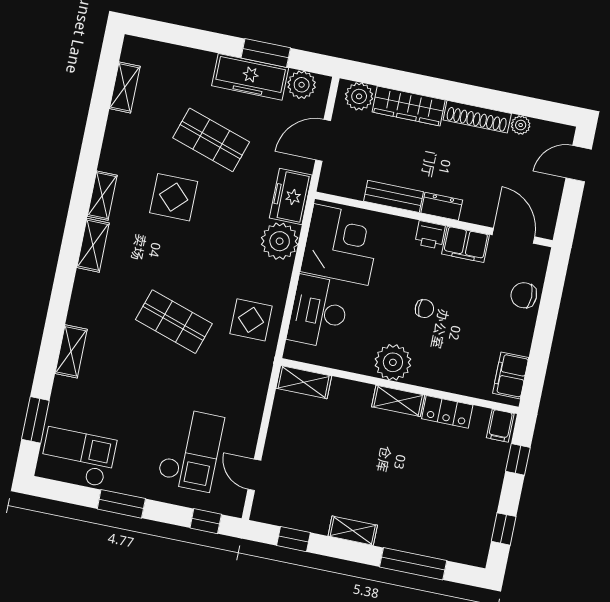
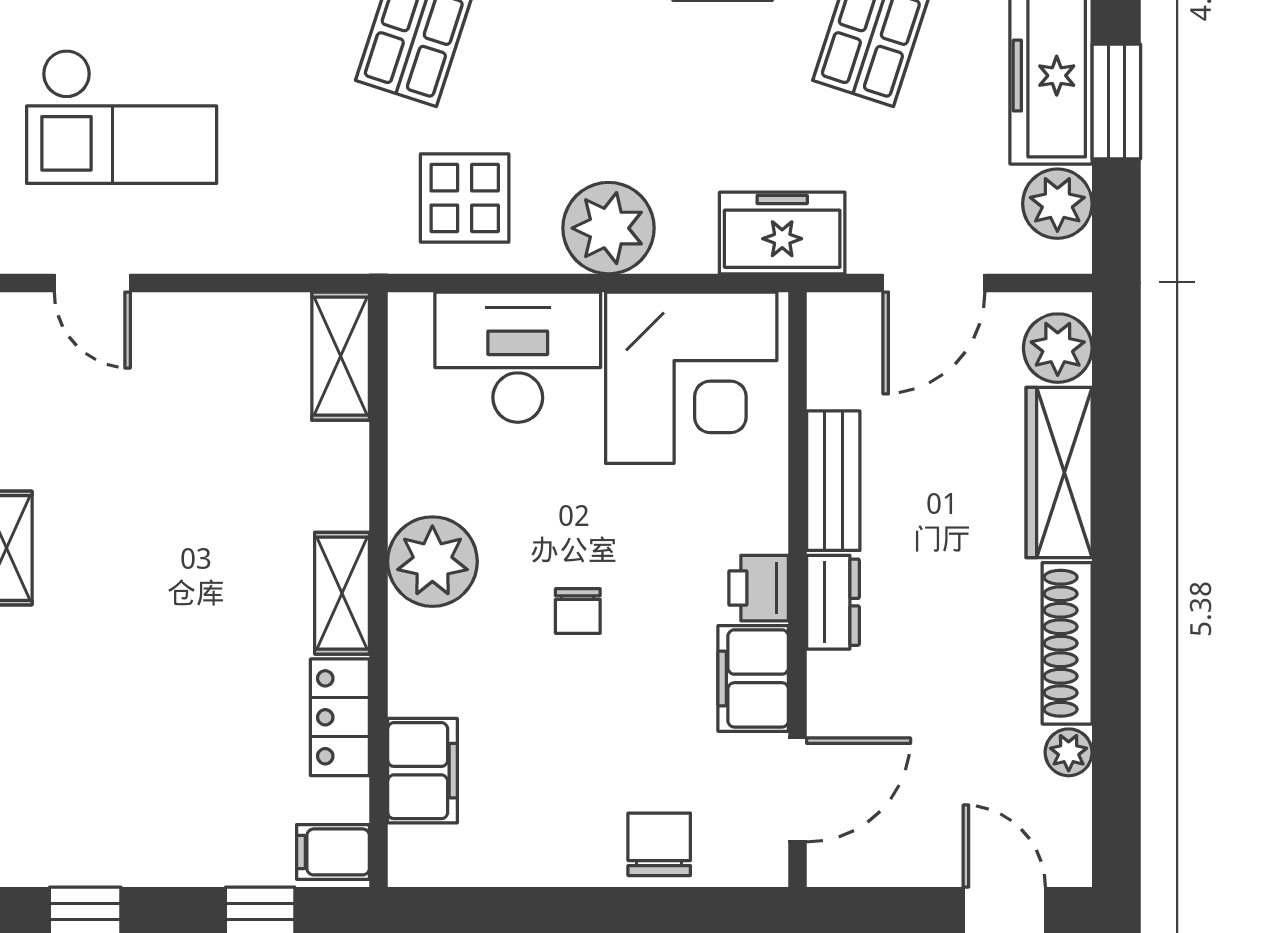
door: (323, 140) -> (934, 283), swing flipped
plant: (280, 241) -> (609, 228), moved
filing cabinet: (511, 375) -> (423, 771), moved, turned 90
door: (254, 475) -> (92, 283), swing flipped

